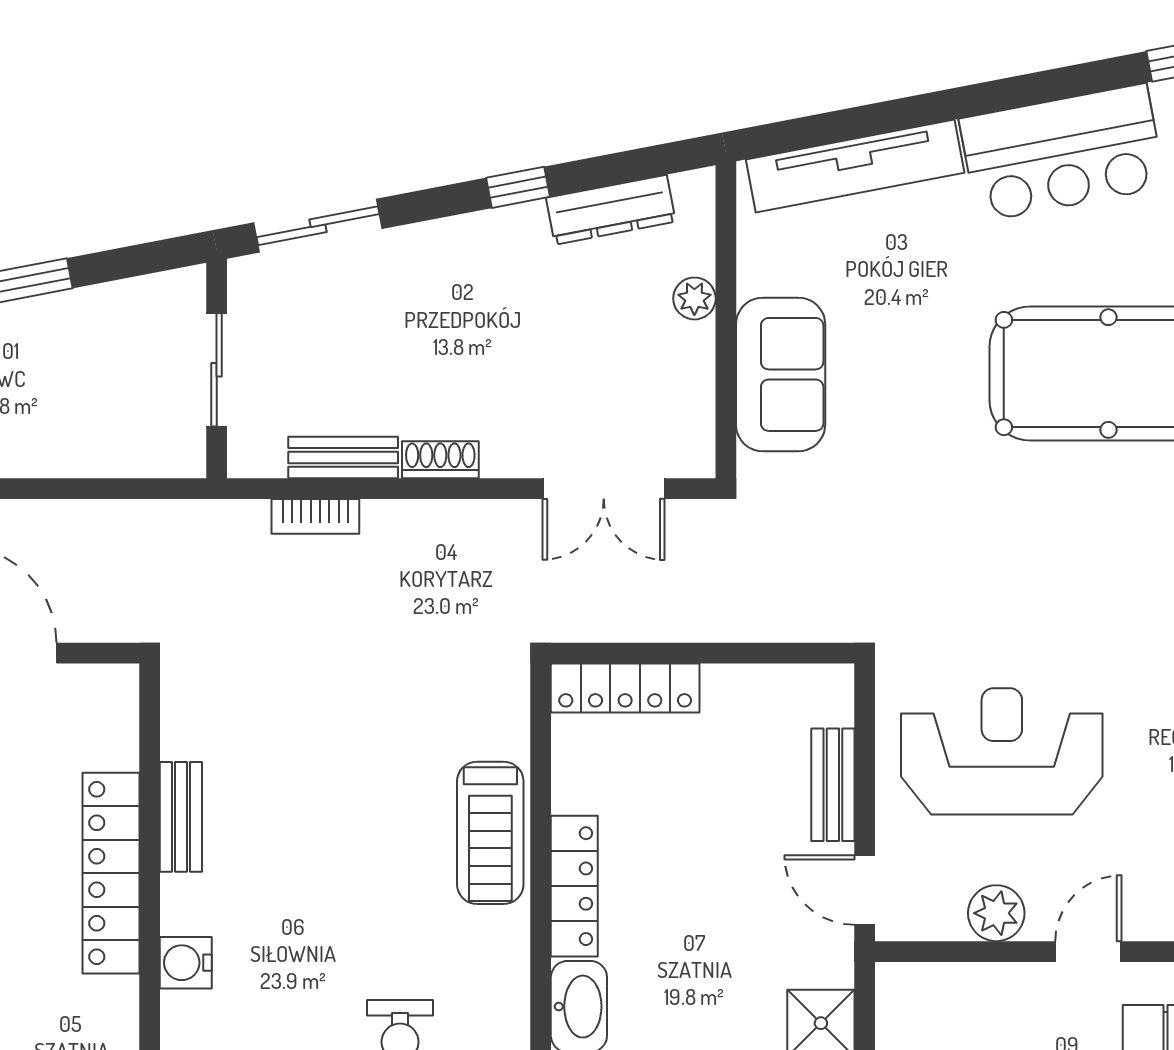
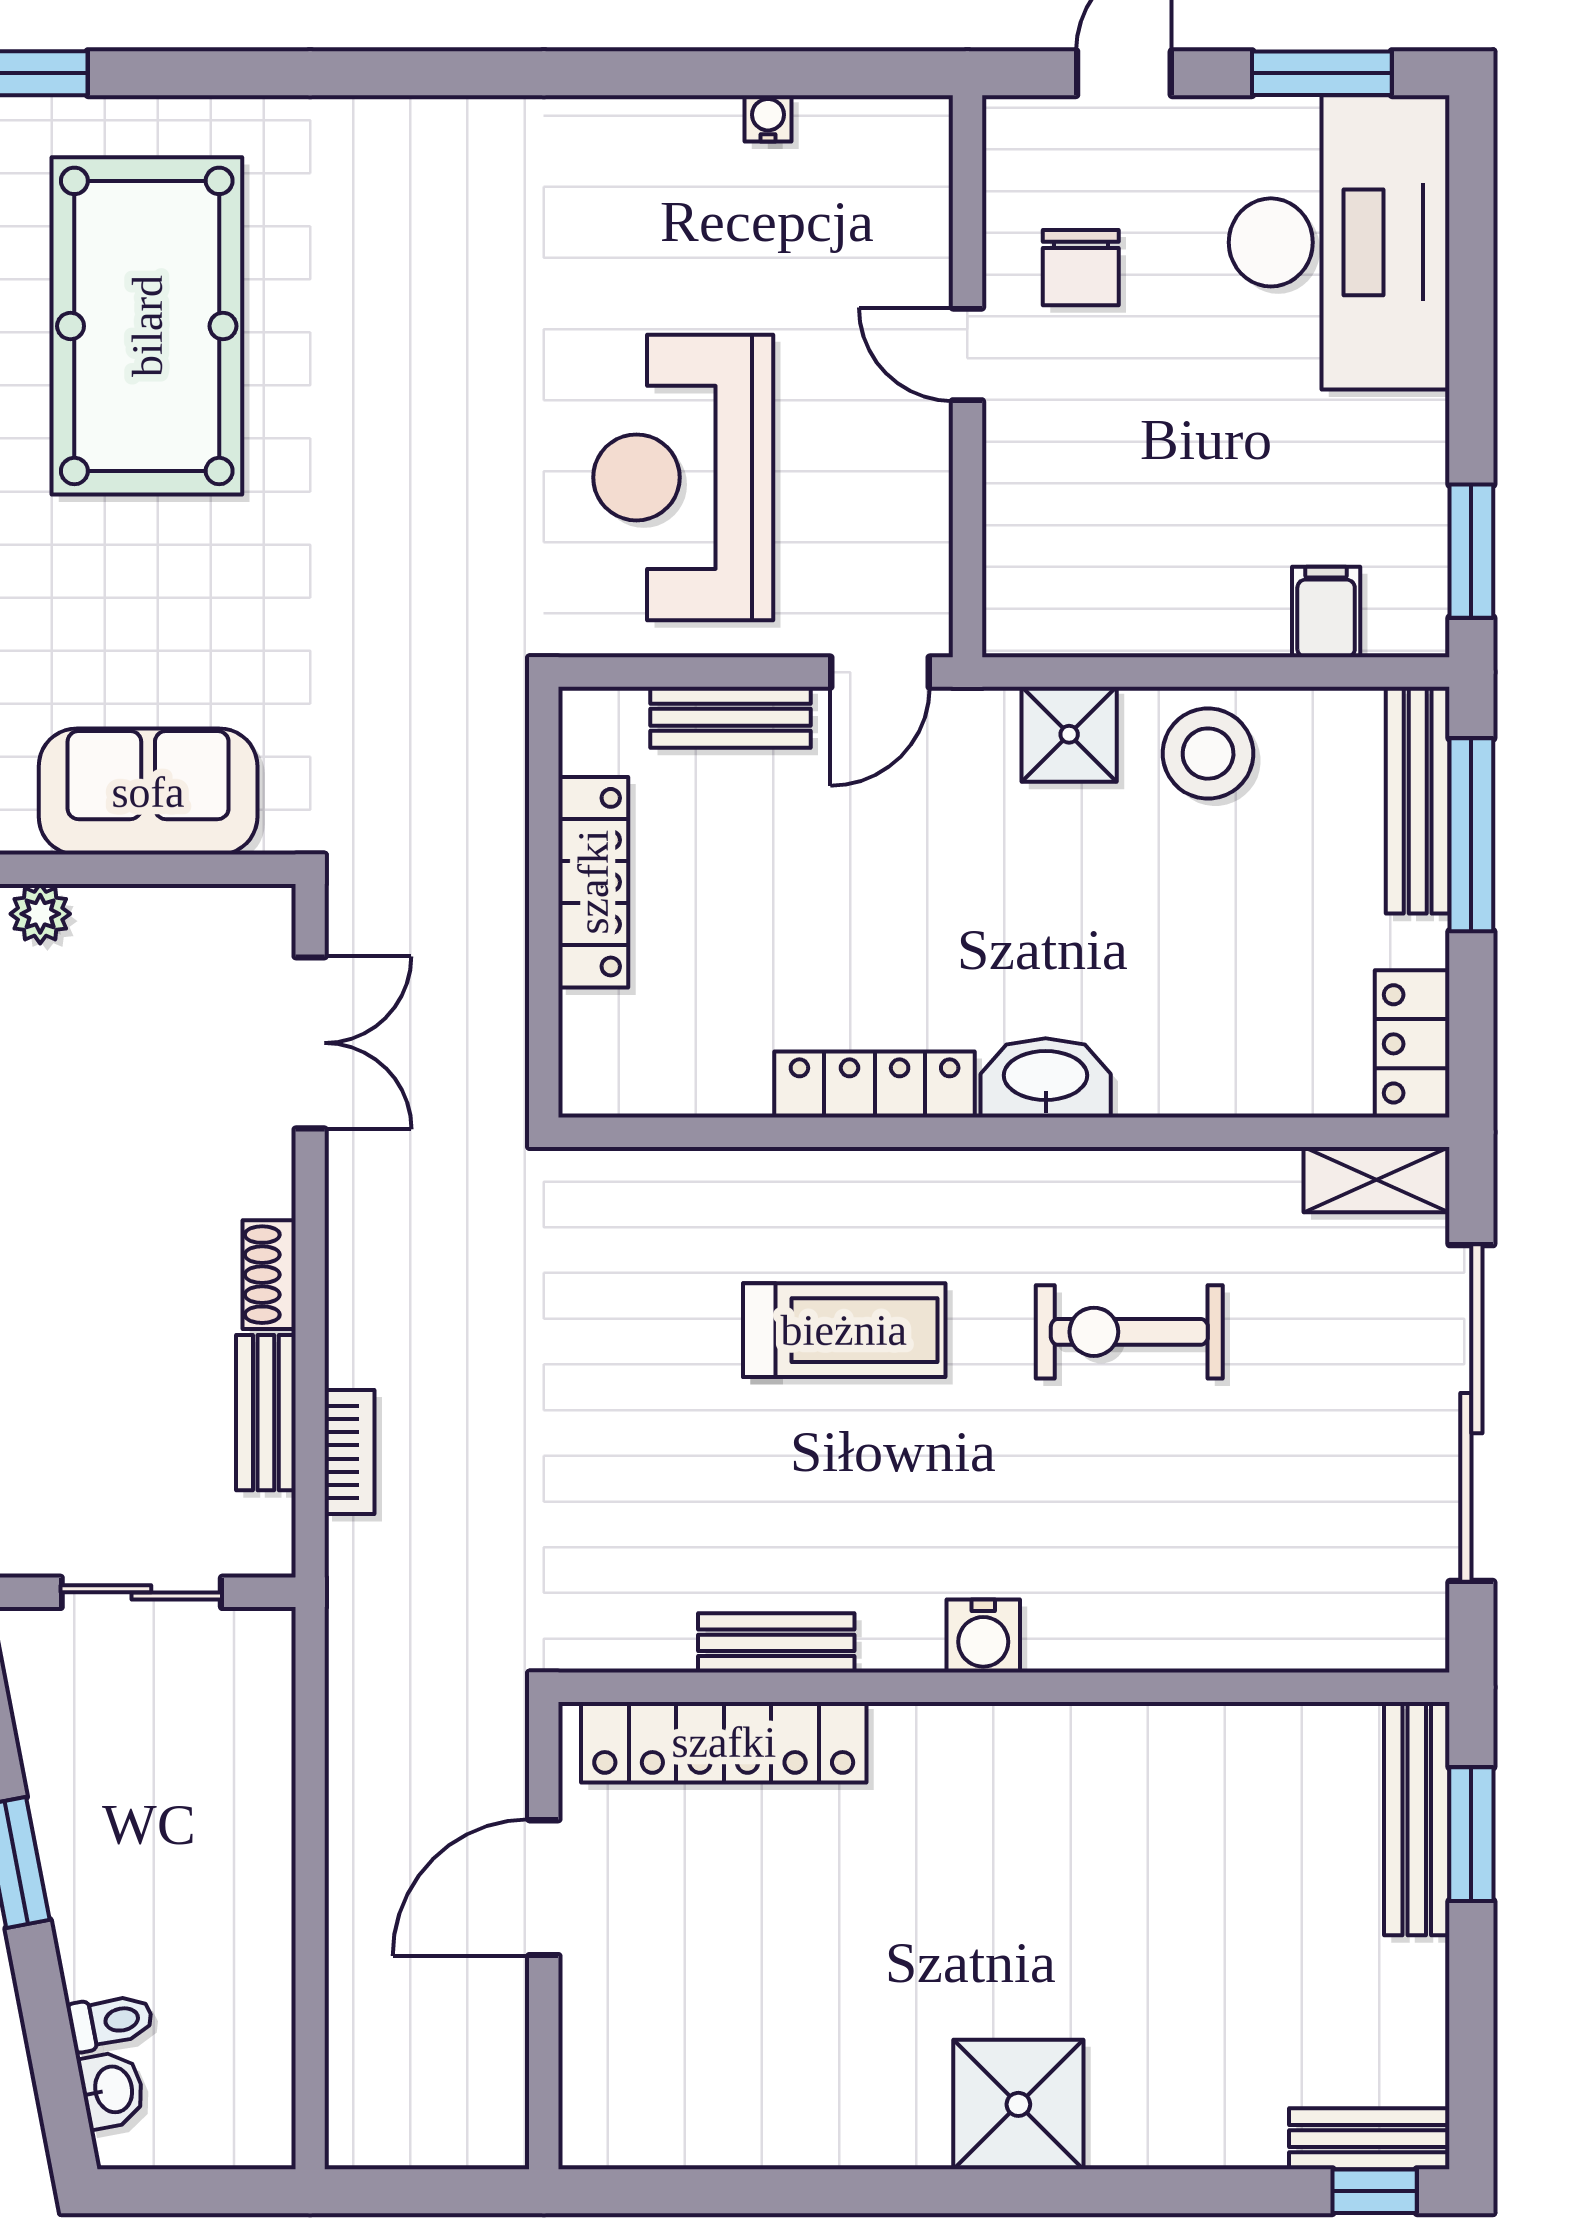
locker: (625, 688) -> (593, 882), moved
treadmill: (490, 833) -> (844, 1330), moved
locker: (111, 873) -> (724, 1742), moved
plant: (996, 913) -> (913, 485), removed

